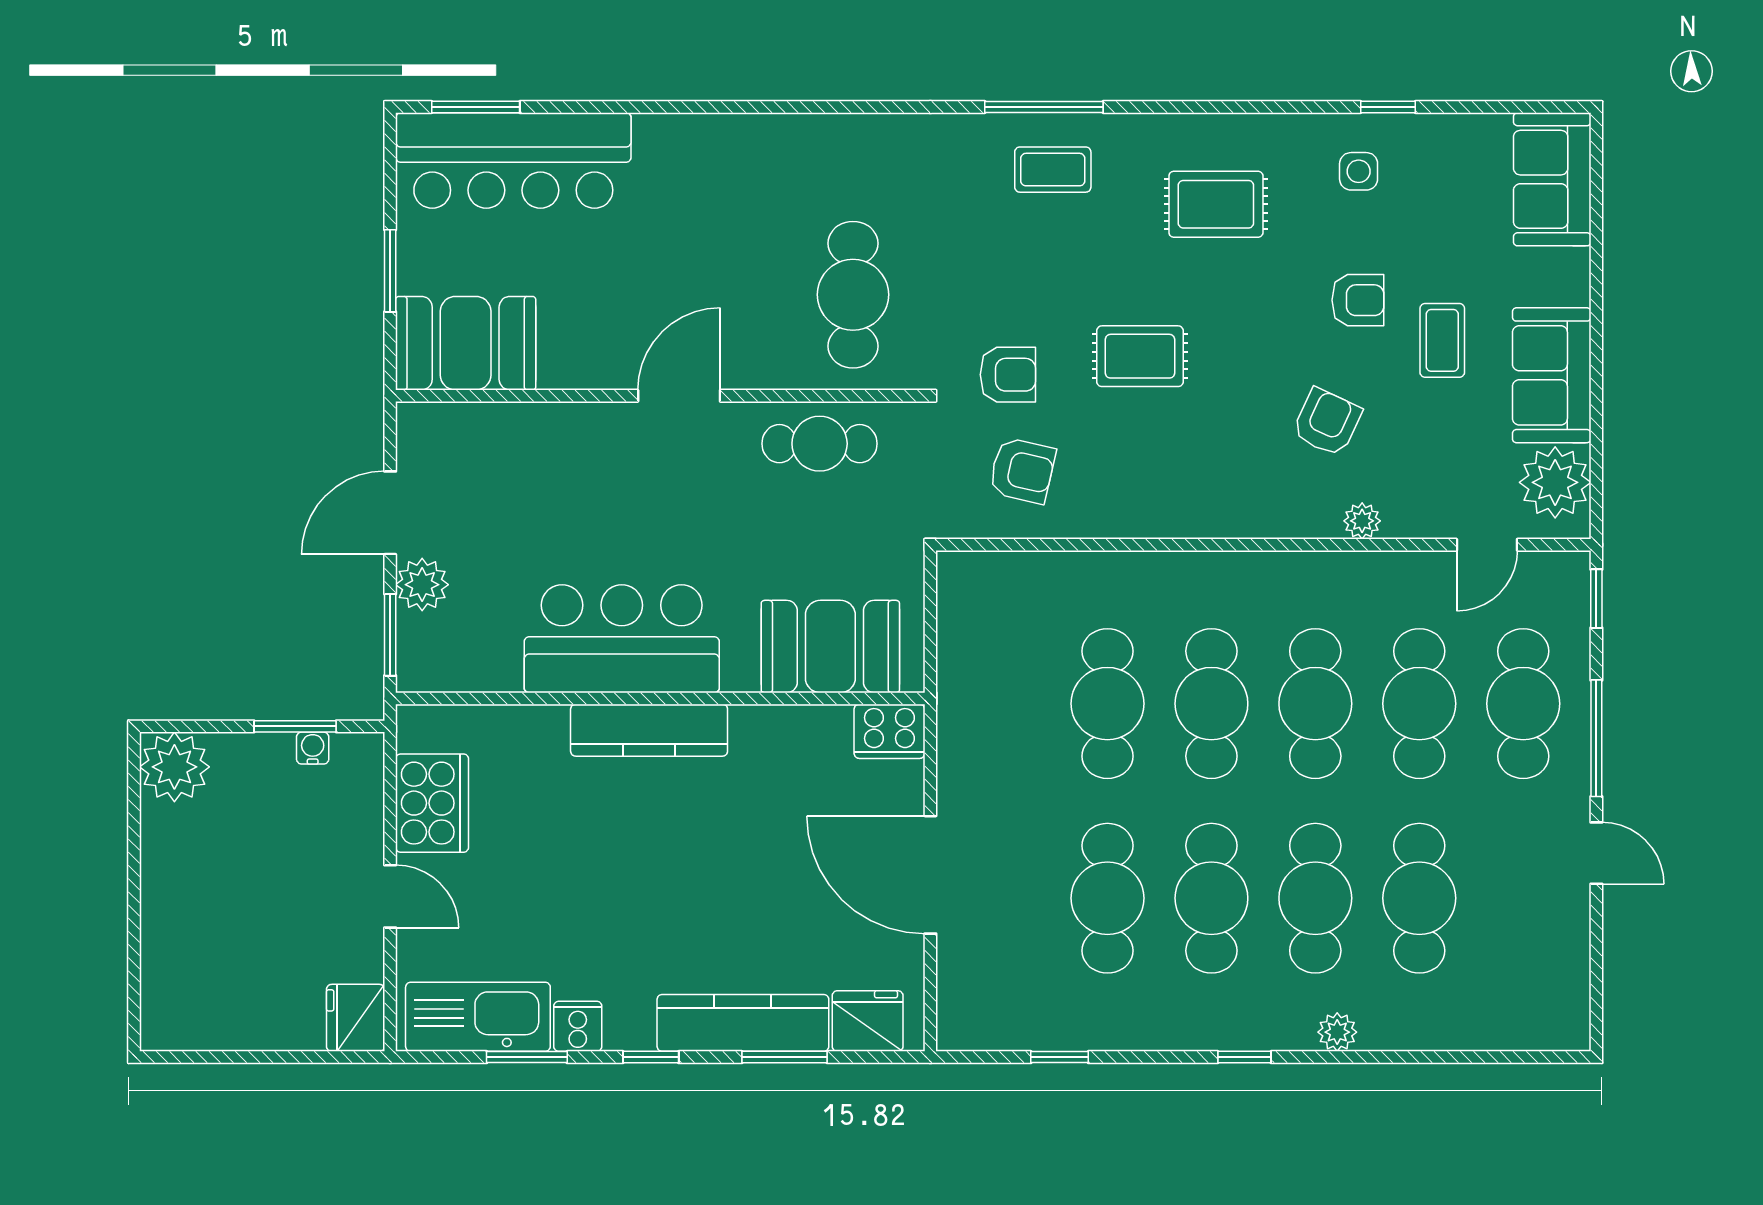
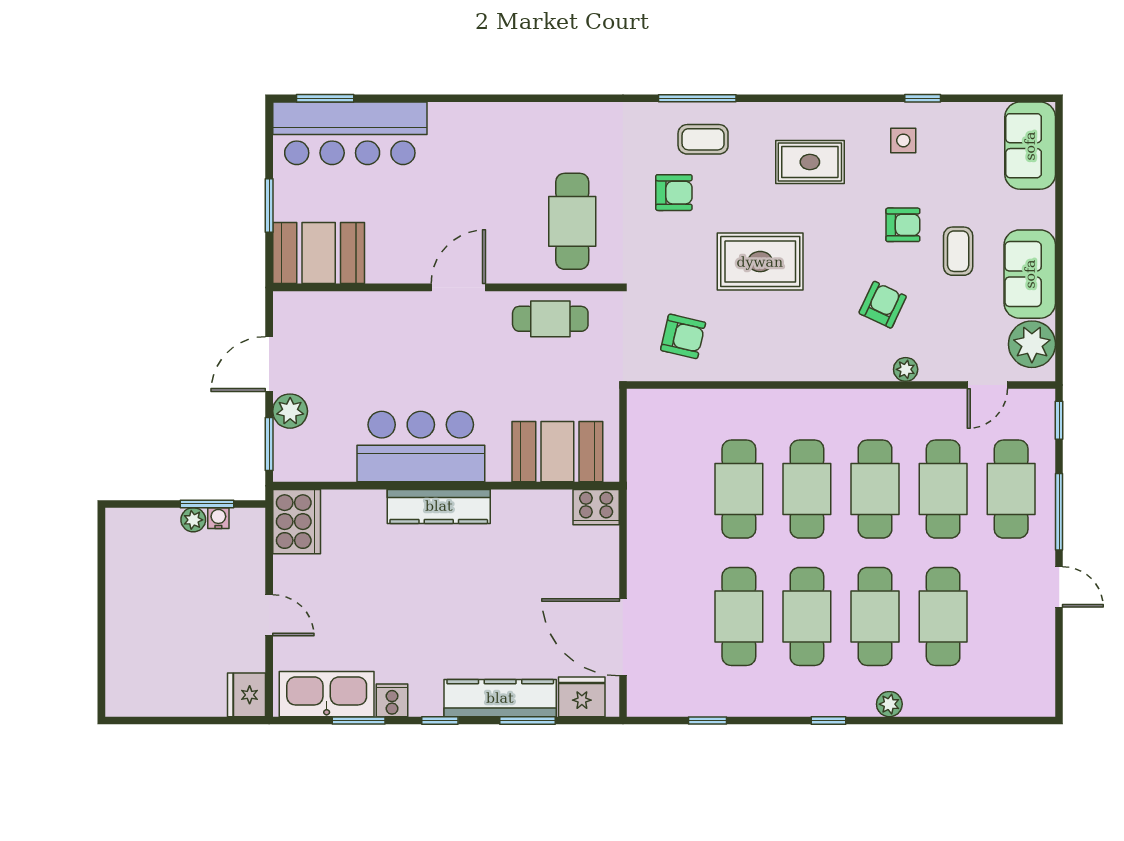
rug: (1140, 356) -> (760, 262), width x1.36, depth x1.43
armchair: (1008, 375) -> (674, 193), moved
plant: (174, 767) -> (193, 520), moved, width x0.53, depth x0.53
cooker: (432, 803) -> (297, 522), moved
door: (930, 875) -> (623, 637), moved

